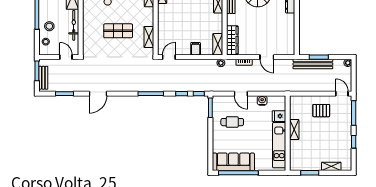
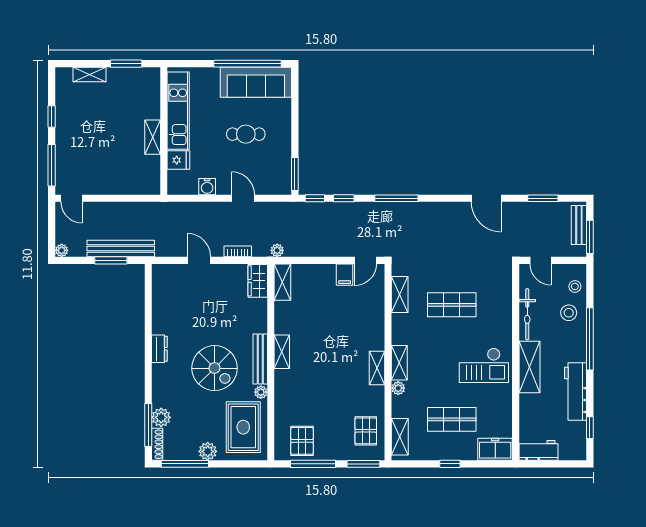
wardrobe: (232, 40) -> (258, 281), width x0.67
filing cabinet: (196, 49) -> (345, 275), moved
door: (98, 94) -> (486, 198), swing flipped
pallet: (321, 111) -> (107, 169), removed
cafe table: (232, 122) -> (246, 134), moved

